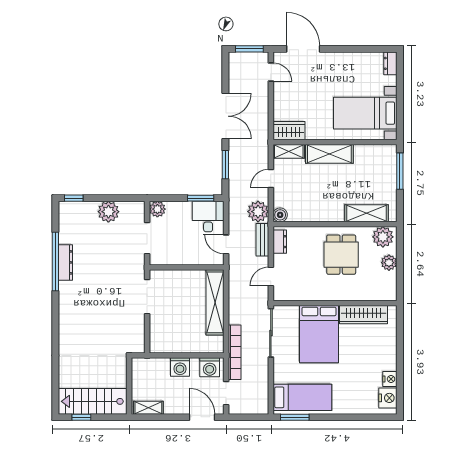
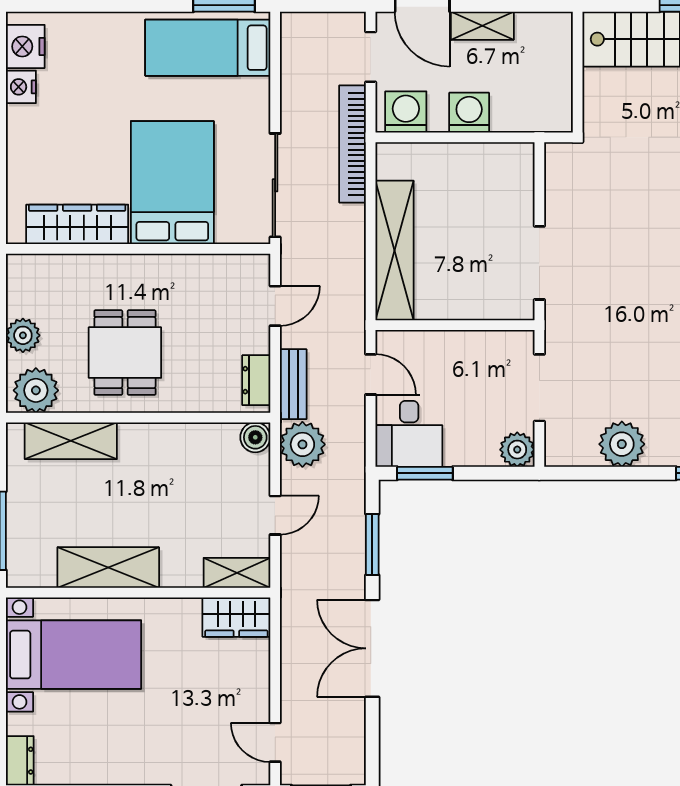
shelving: (329, 154) -> (108, 568), moved
shelving: (148, 408) -> (482, 26), moved

